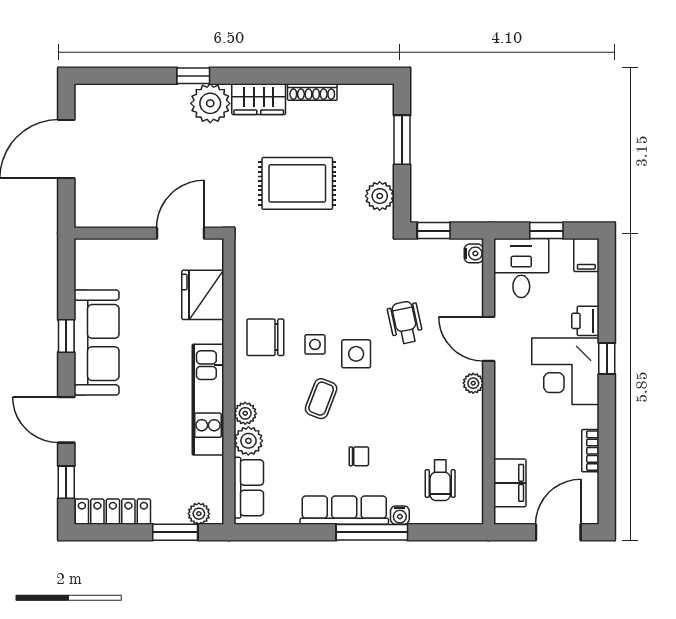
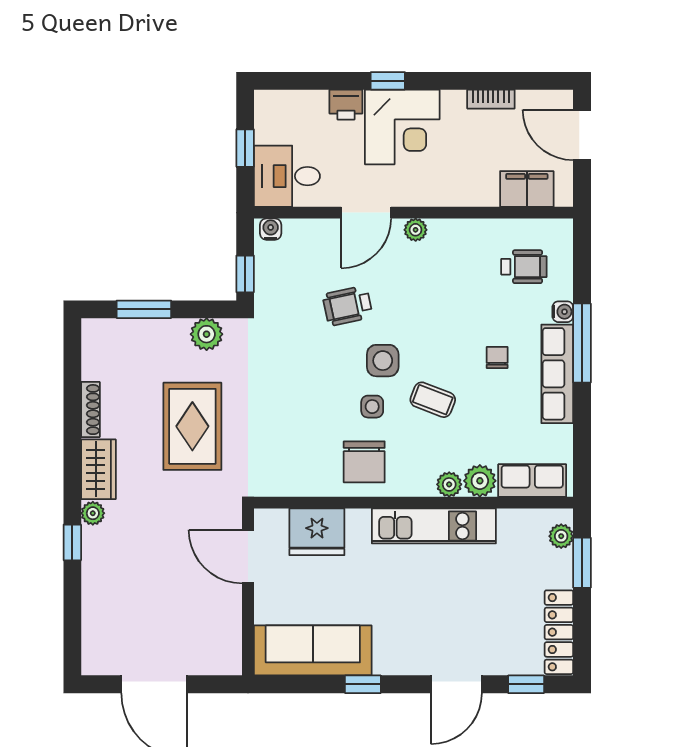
plant: (210, 103) -> (93, 513), width x0.53, depth x0.53
filing cabinet: (586, 255) -> (273, 104), removed
sofa: (96, 343) -> (313, 650), moved

